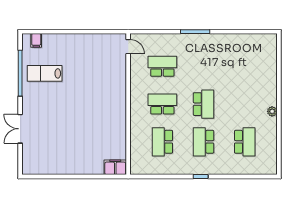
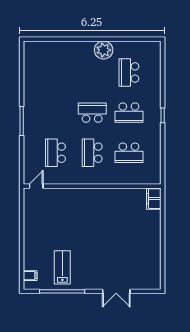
lab bench: (45, 73) -> (62, 267), turned 180
plant: (272, 111) -> (104, 50), width x1.88, depth x1.88
school desk: (245, 142) -> (129, 73), turned -90

